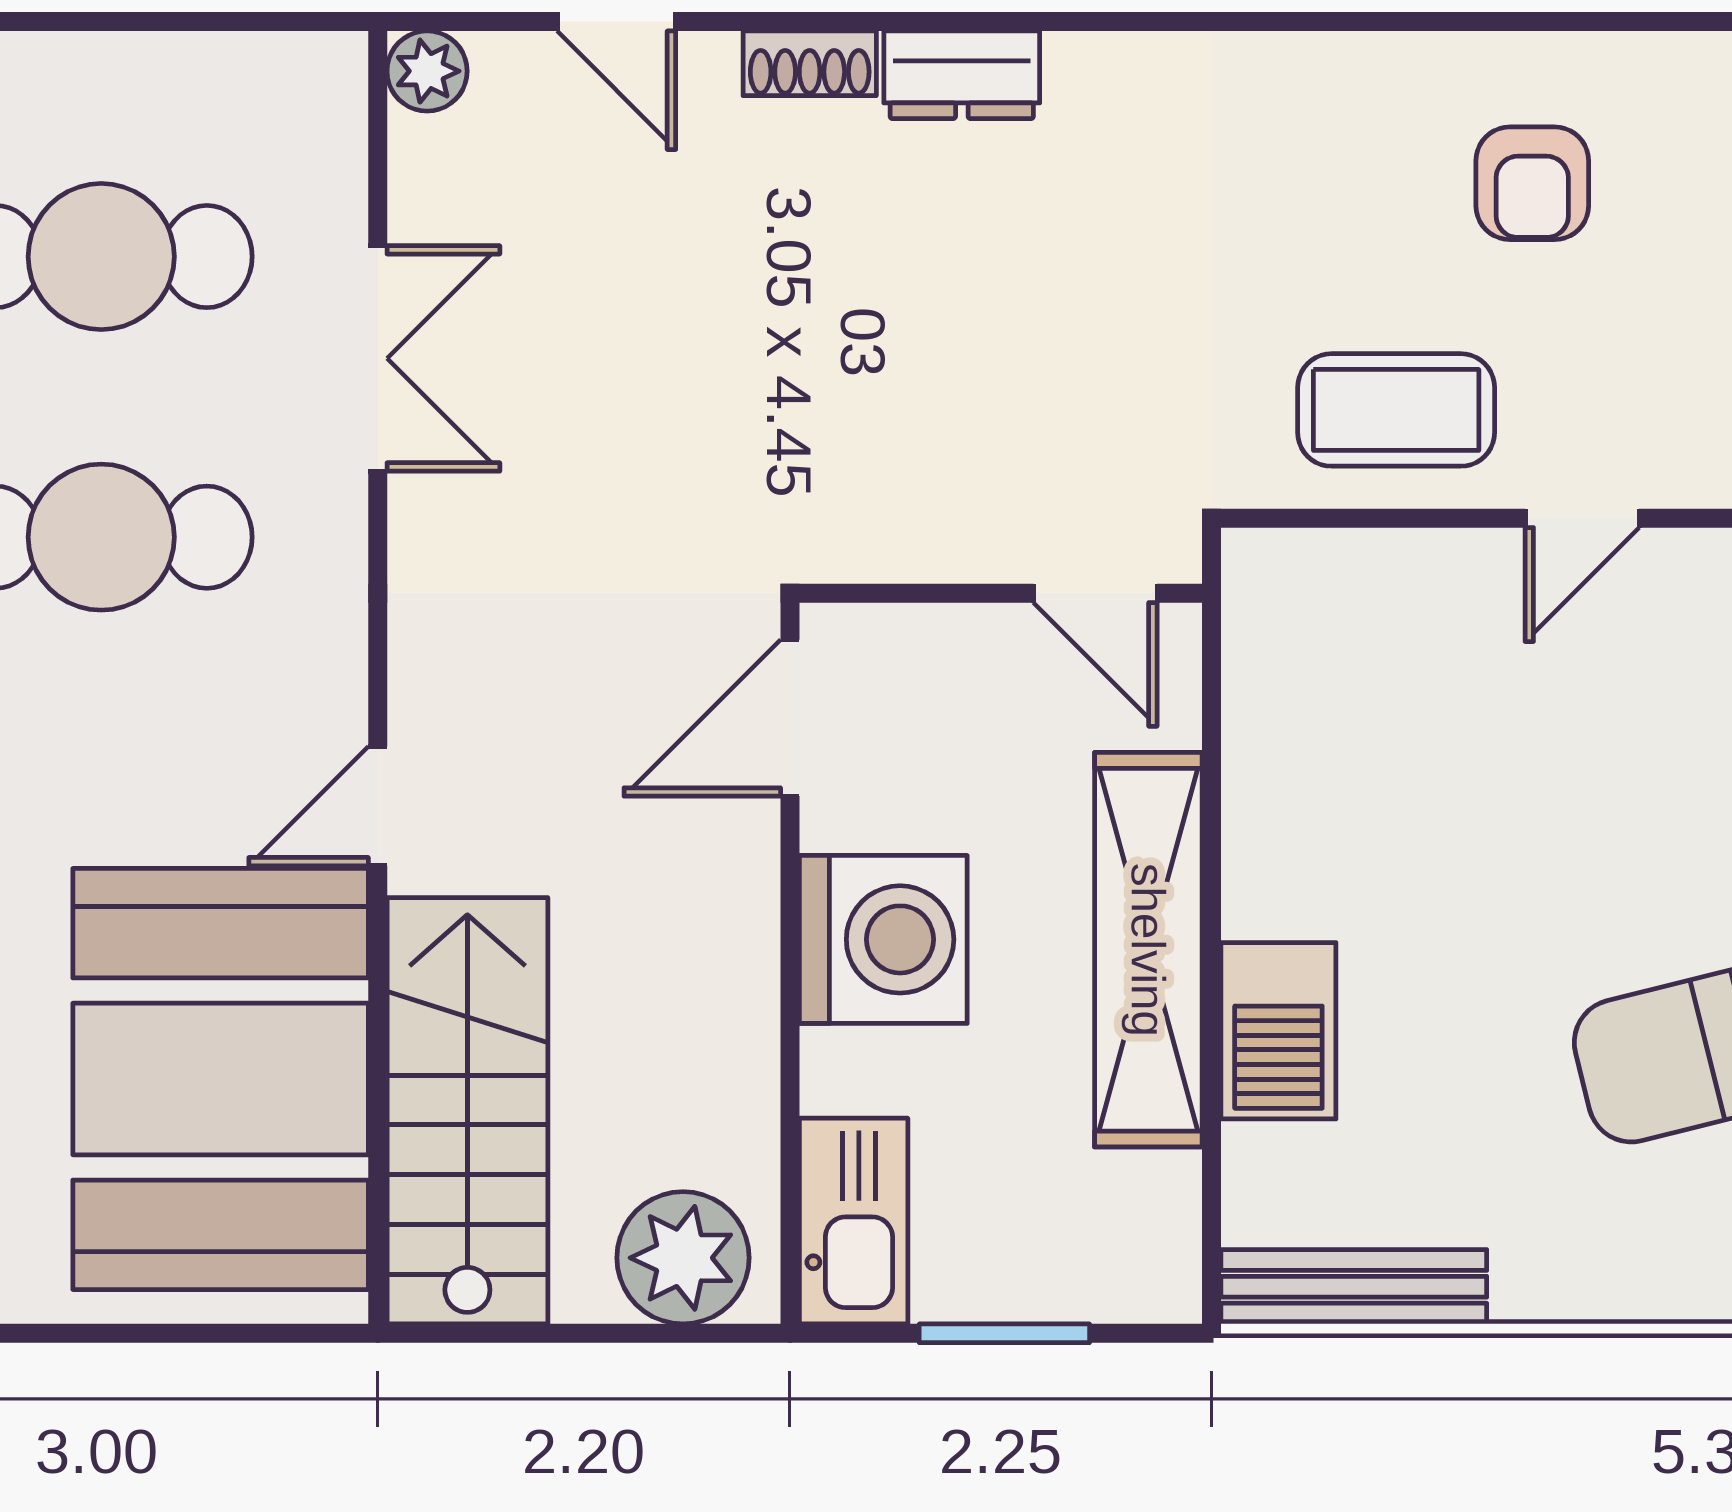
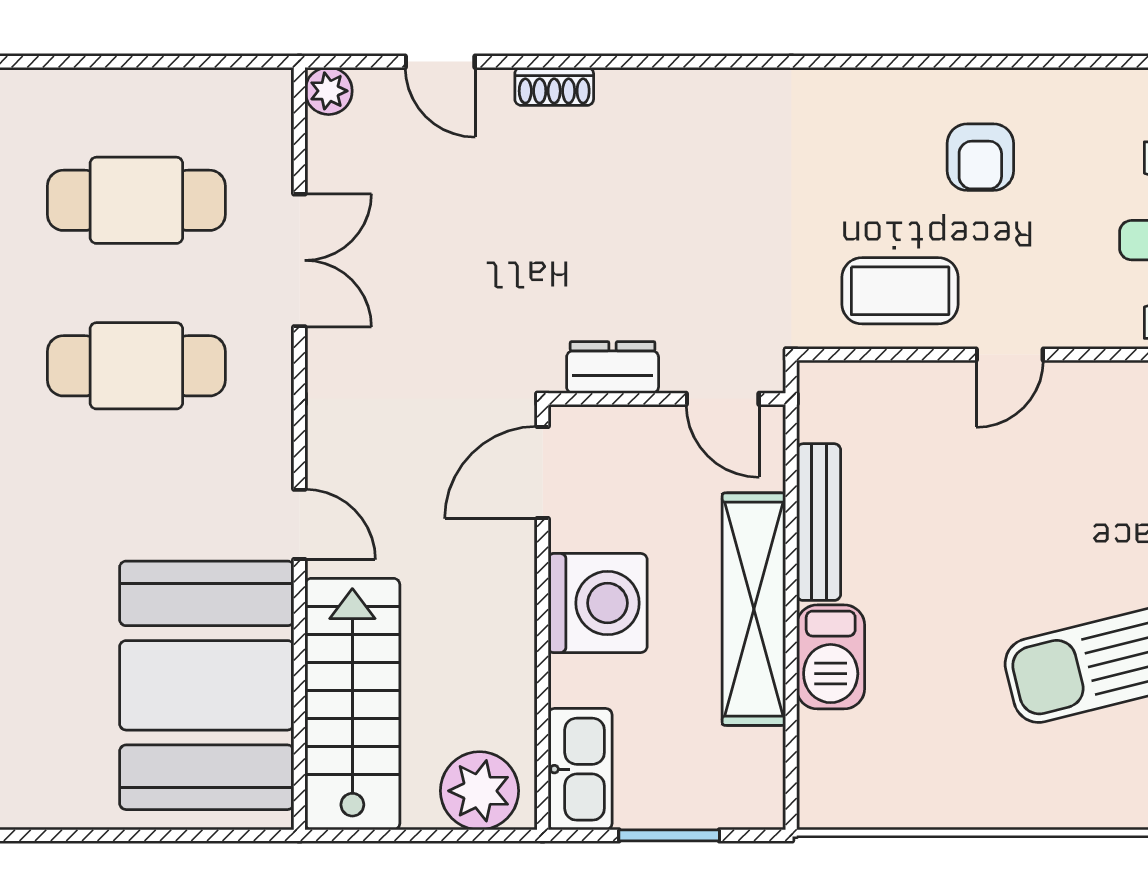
dresser: (962, 75) -> (613, 367), moved, turned 180
door: (378, 806) -> (299, 524), swing flipped
bench: (1354, 1287) -> (819, 522), moved, turned 90

